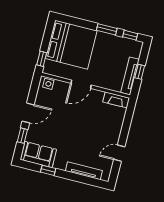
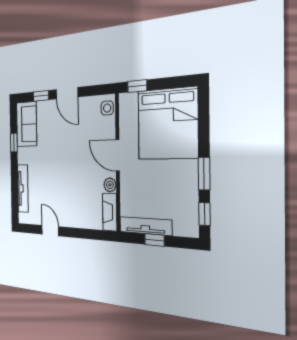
plant: (99, 95) -> (110, 185), added

